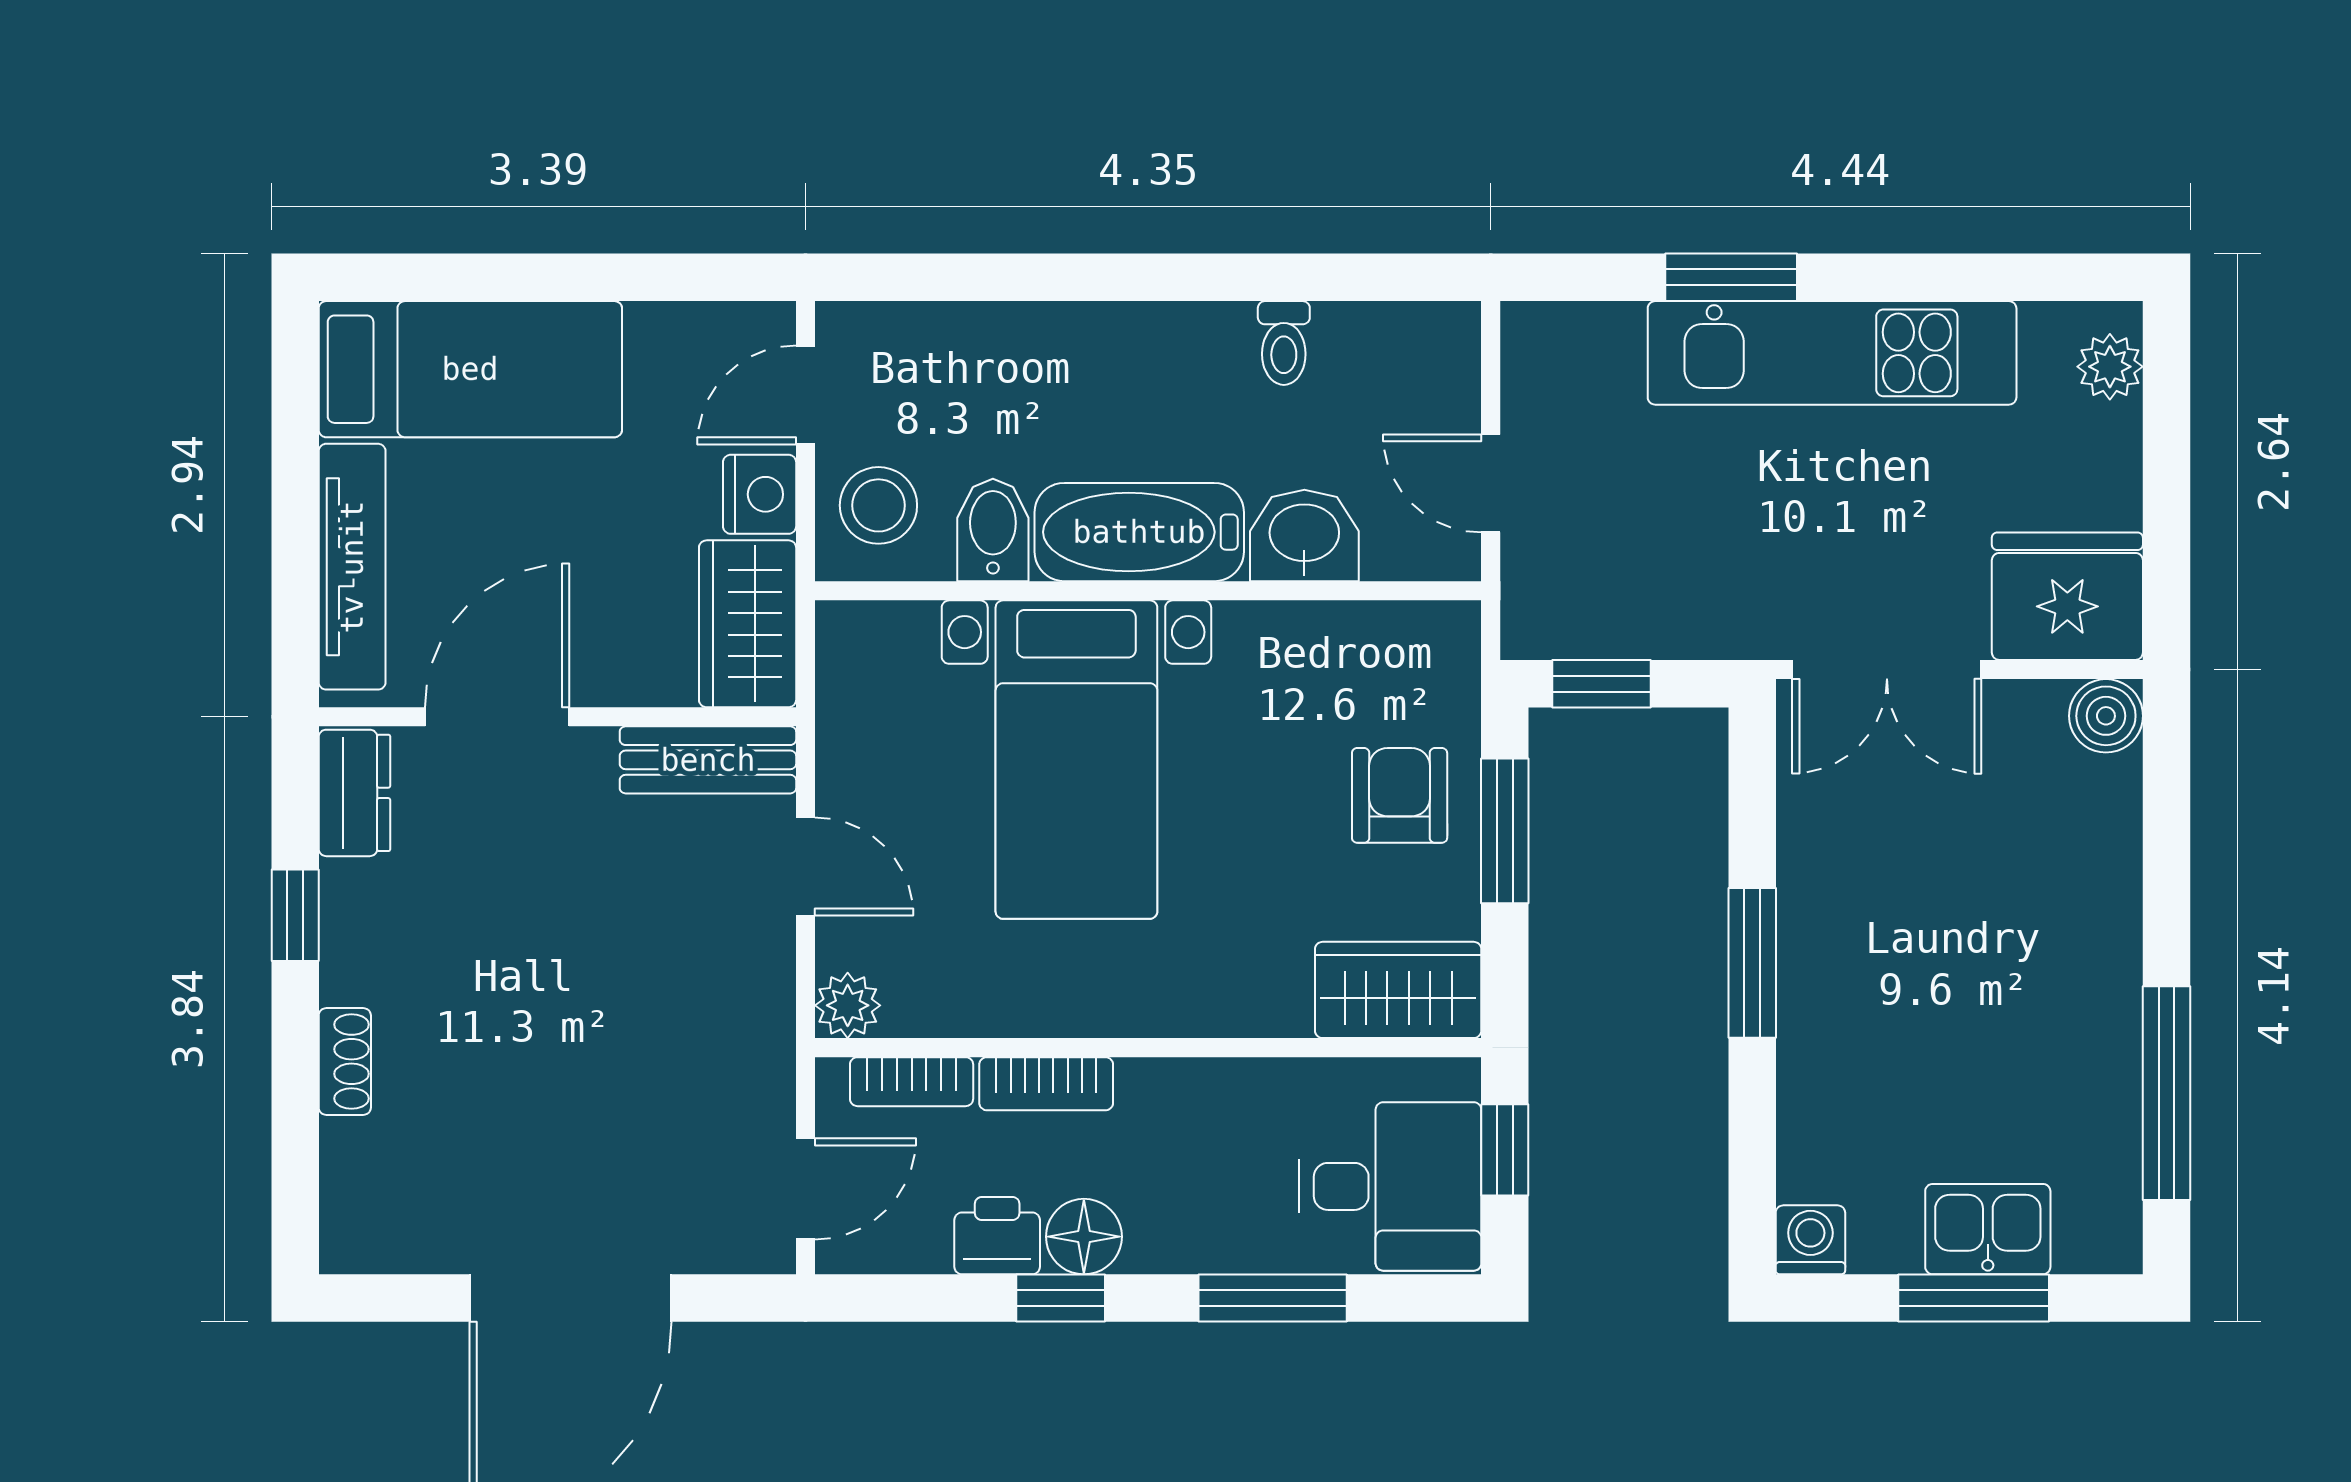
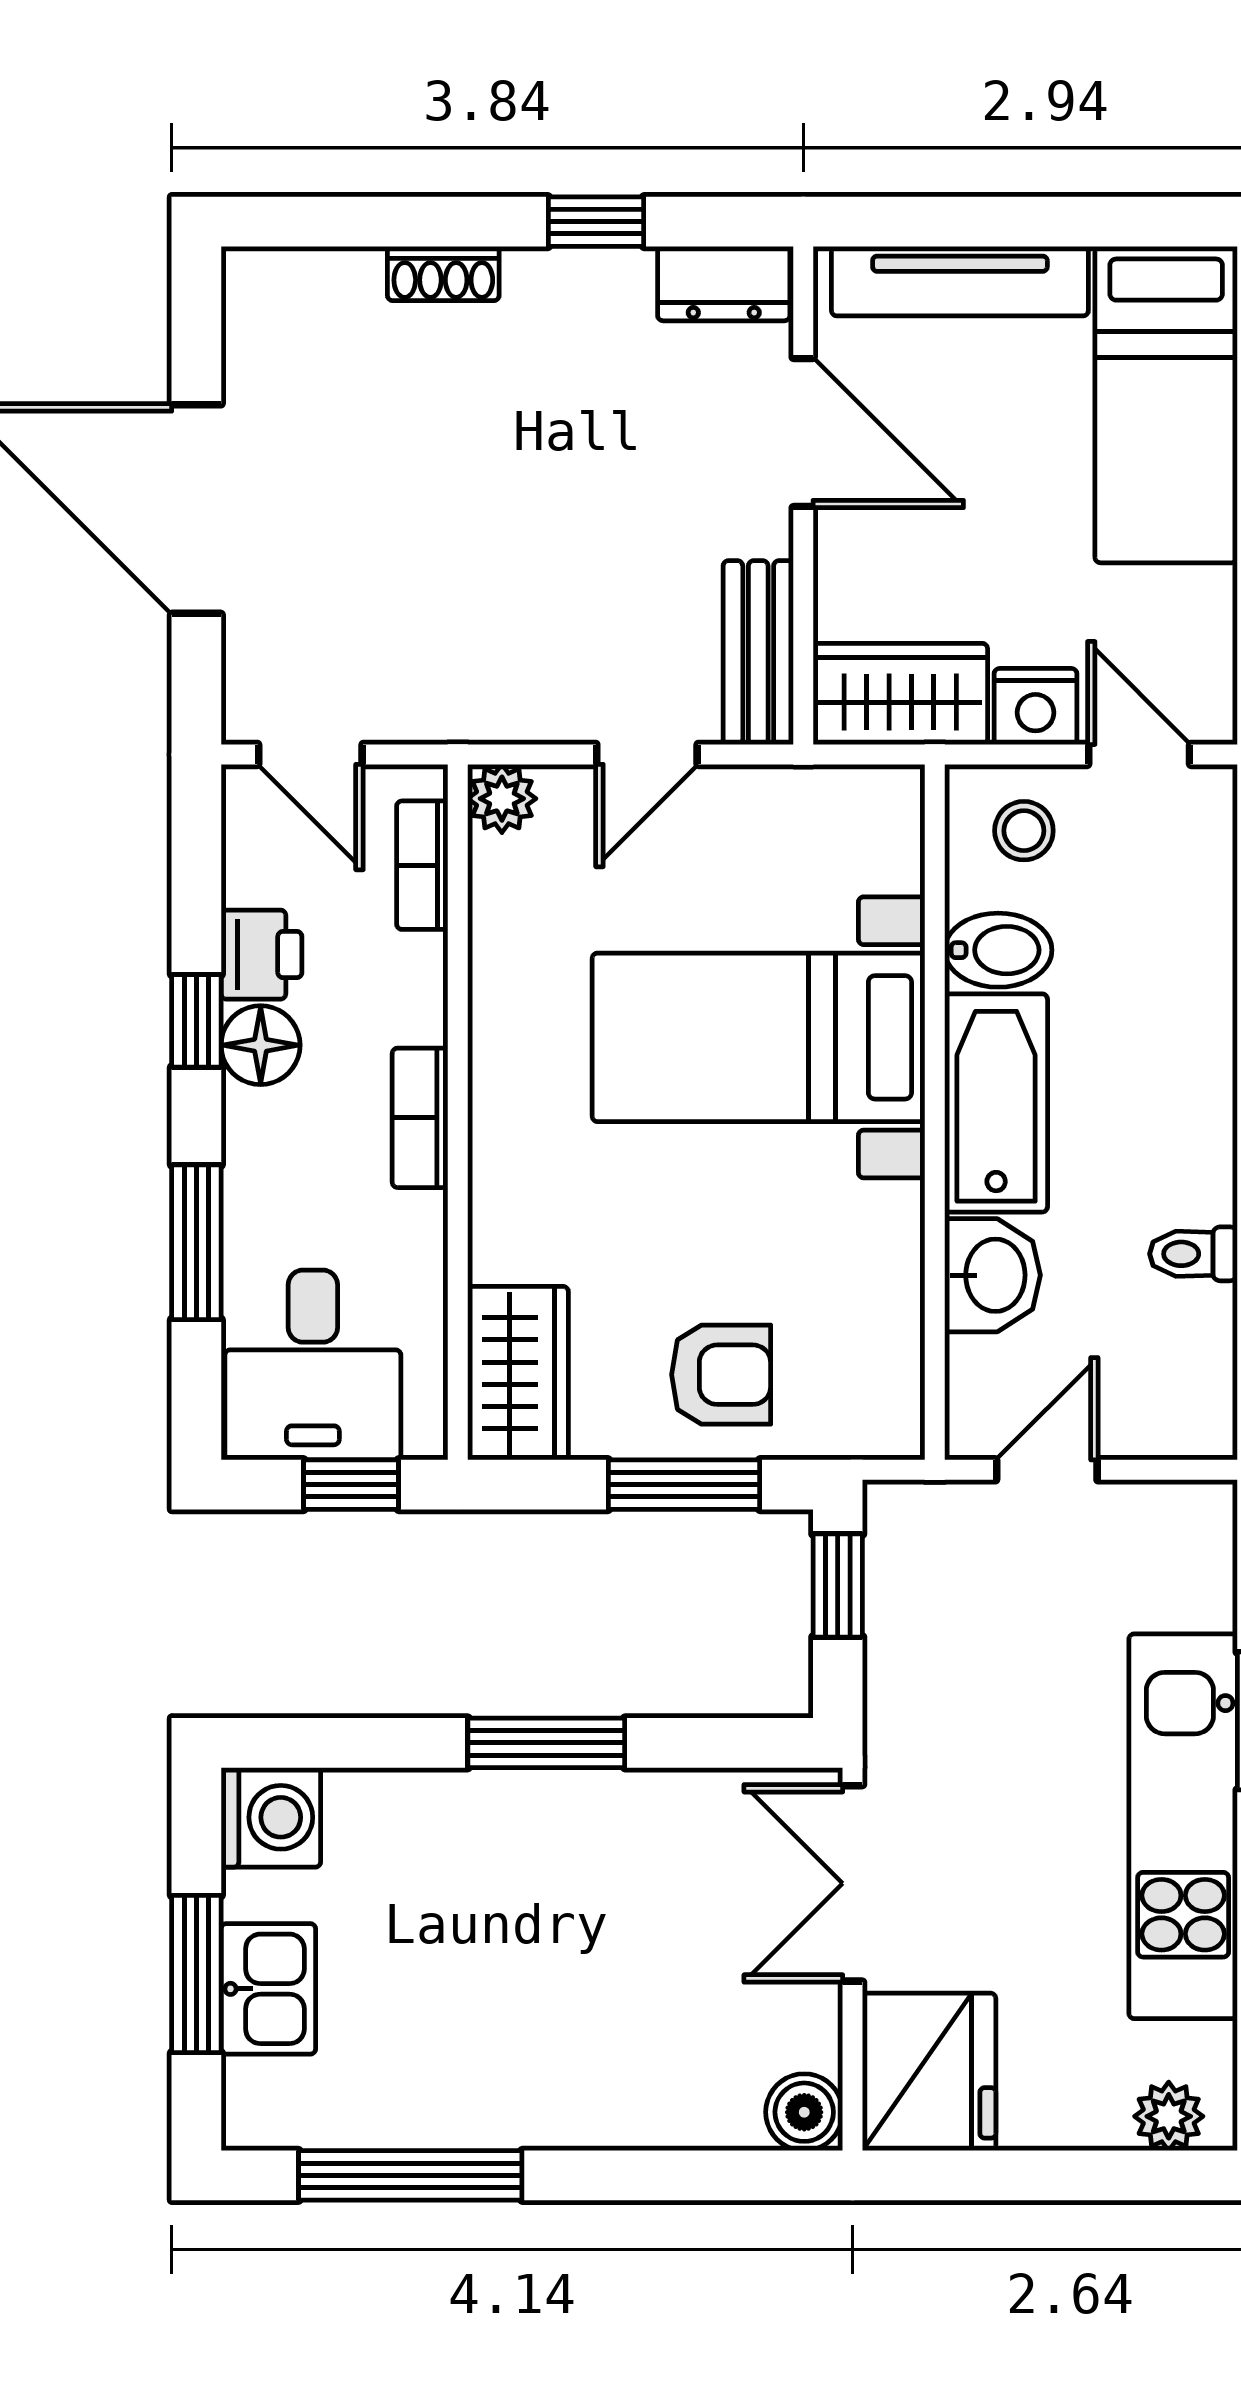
stool: (878, 505) -> (1024, 831), width x0.73, depth x0.73
bookcase: (1046, 1084) -> (420, 1118), moved
washing machine: (1810, 1240) -> (271, 1817), width x1.38, depth x1.38

